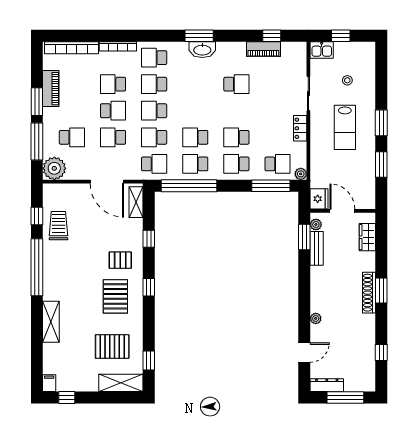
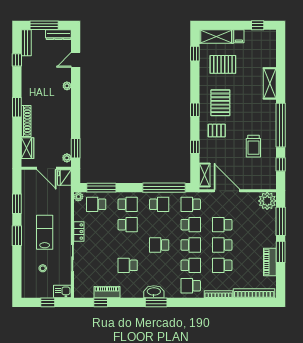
school desk: (154, 58) -> (191, 286), turned 180
school desk: (113, 84) -> (222, 265), turned 180
school desk: (72, 137) -> (254, 225), removed
school desk: (113, 137) -> (222, 225), turned 180
school desk: (195, 137) -> (159, 245), moved, turned 180
trolley: (58, 226) -> (253, 146), moved
bench: (317, 248) -> (26, 43), moved
shoe rack: (369, 293) -> (26, 121), moved
filing cabinet: (49, 383) -> (239, 36), moved

